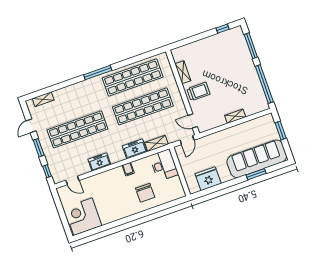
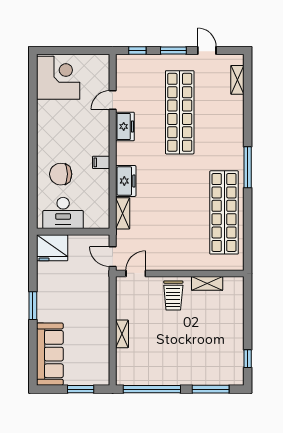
shop shelf: (143, 106) -> (180, 212), removed
sofa: (257, 159) -> (50, 354), width x0.74, depth x0.79
desk: (164, 165) -> (63, 213), moved
window: (256, 174) -> (33, 306), moved
fridge: (208, 179) -> (52, 248), moved, turned 90
door: (72, 180) -> (113, 100), moved

